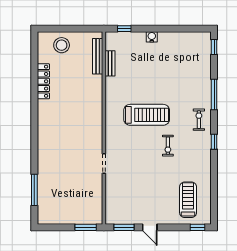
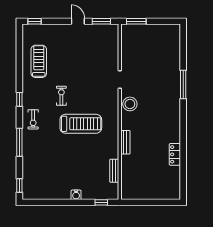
stool: (62, 45) -> (130, 104), moved
bench: (98, 56) -> (125, 142), moved, width x0.73
locker: (43, 81) -> (175, 154), width x0.66
treadmill: (147, 115) -> (81, 124), turned 180
window: (34, 190) -> (183, 84), moved
treadmill: (188, 200) -> (39, 61), moved, turned 180

